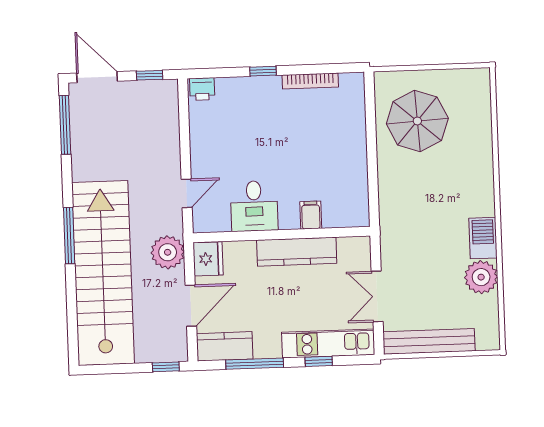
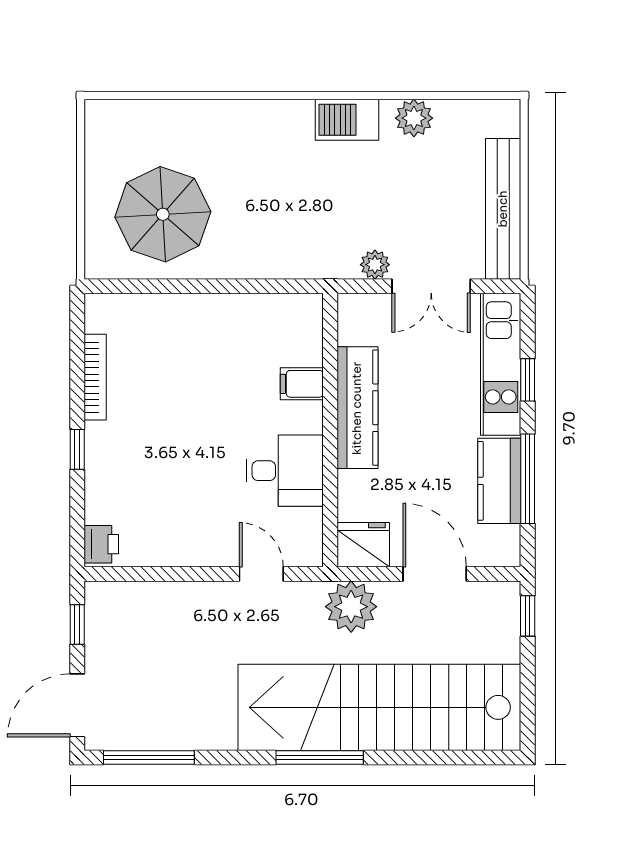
plant: (390, 260) -> (375, 265), added
plant: (481, 277) -> (414, 118), width x0.73, depth x0.73
kitchen counter: (225, 346) -> (499, 481), moved

